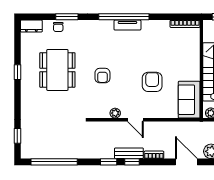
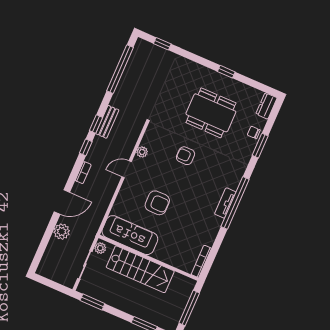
sofa: (189, 100) -> (130, 235), width x1.36
bench: (129, 153) -> (107, 122), moved

